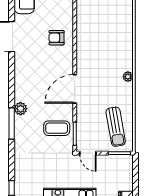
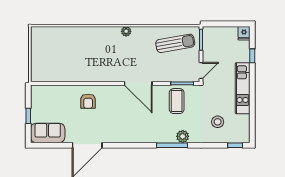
plant: (21, 109) -> (183, 136), moved
stool: (35, 170) -> (218, 122), added

